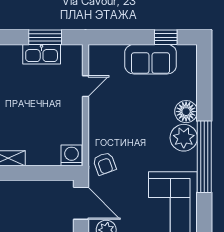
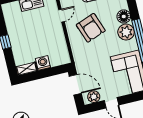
washing machine: (71, 155) -> (43, 63), moved
armchair: (105, 164) -> (91, 28), moved, width x1.88, depth x1.88

